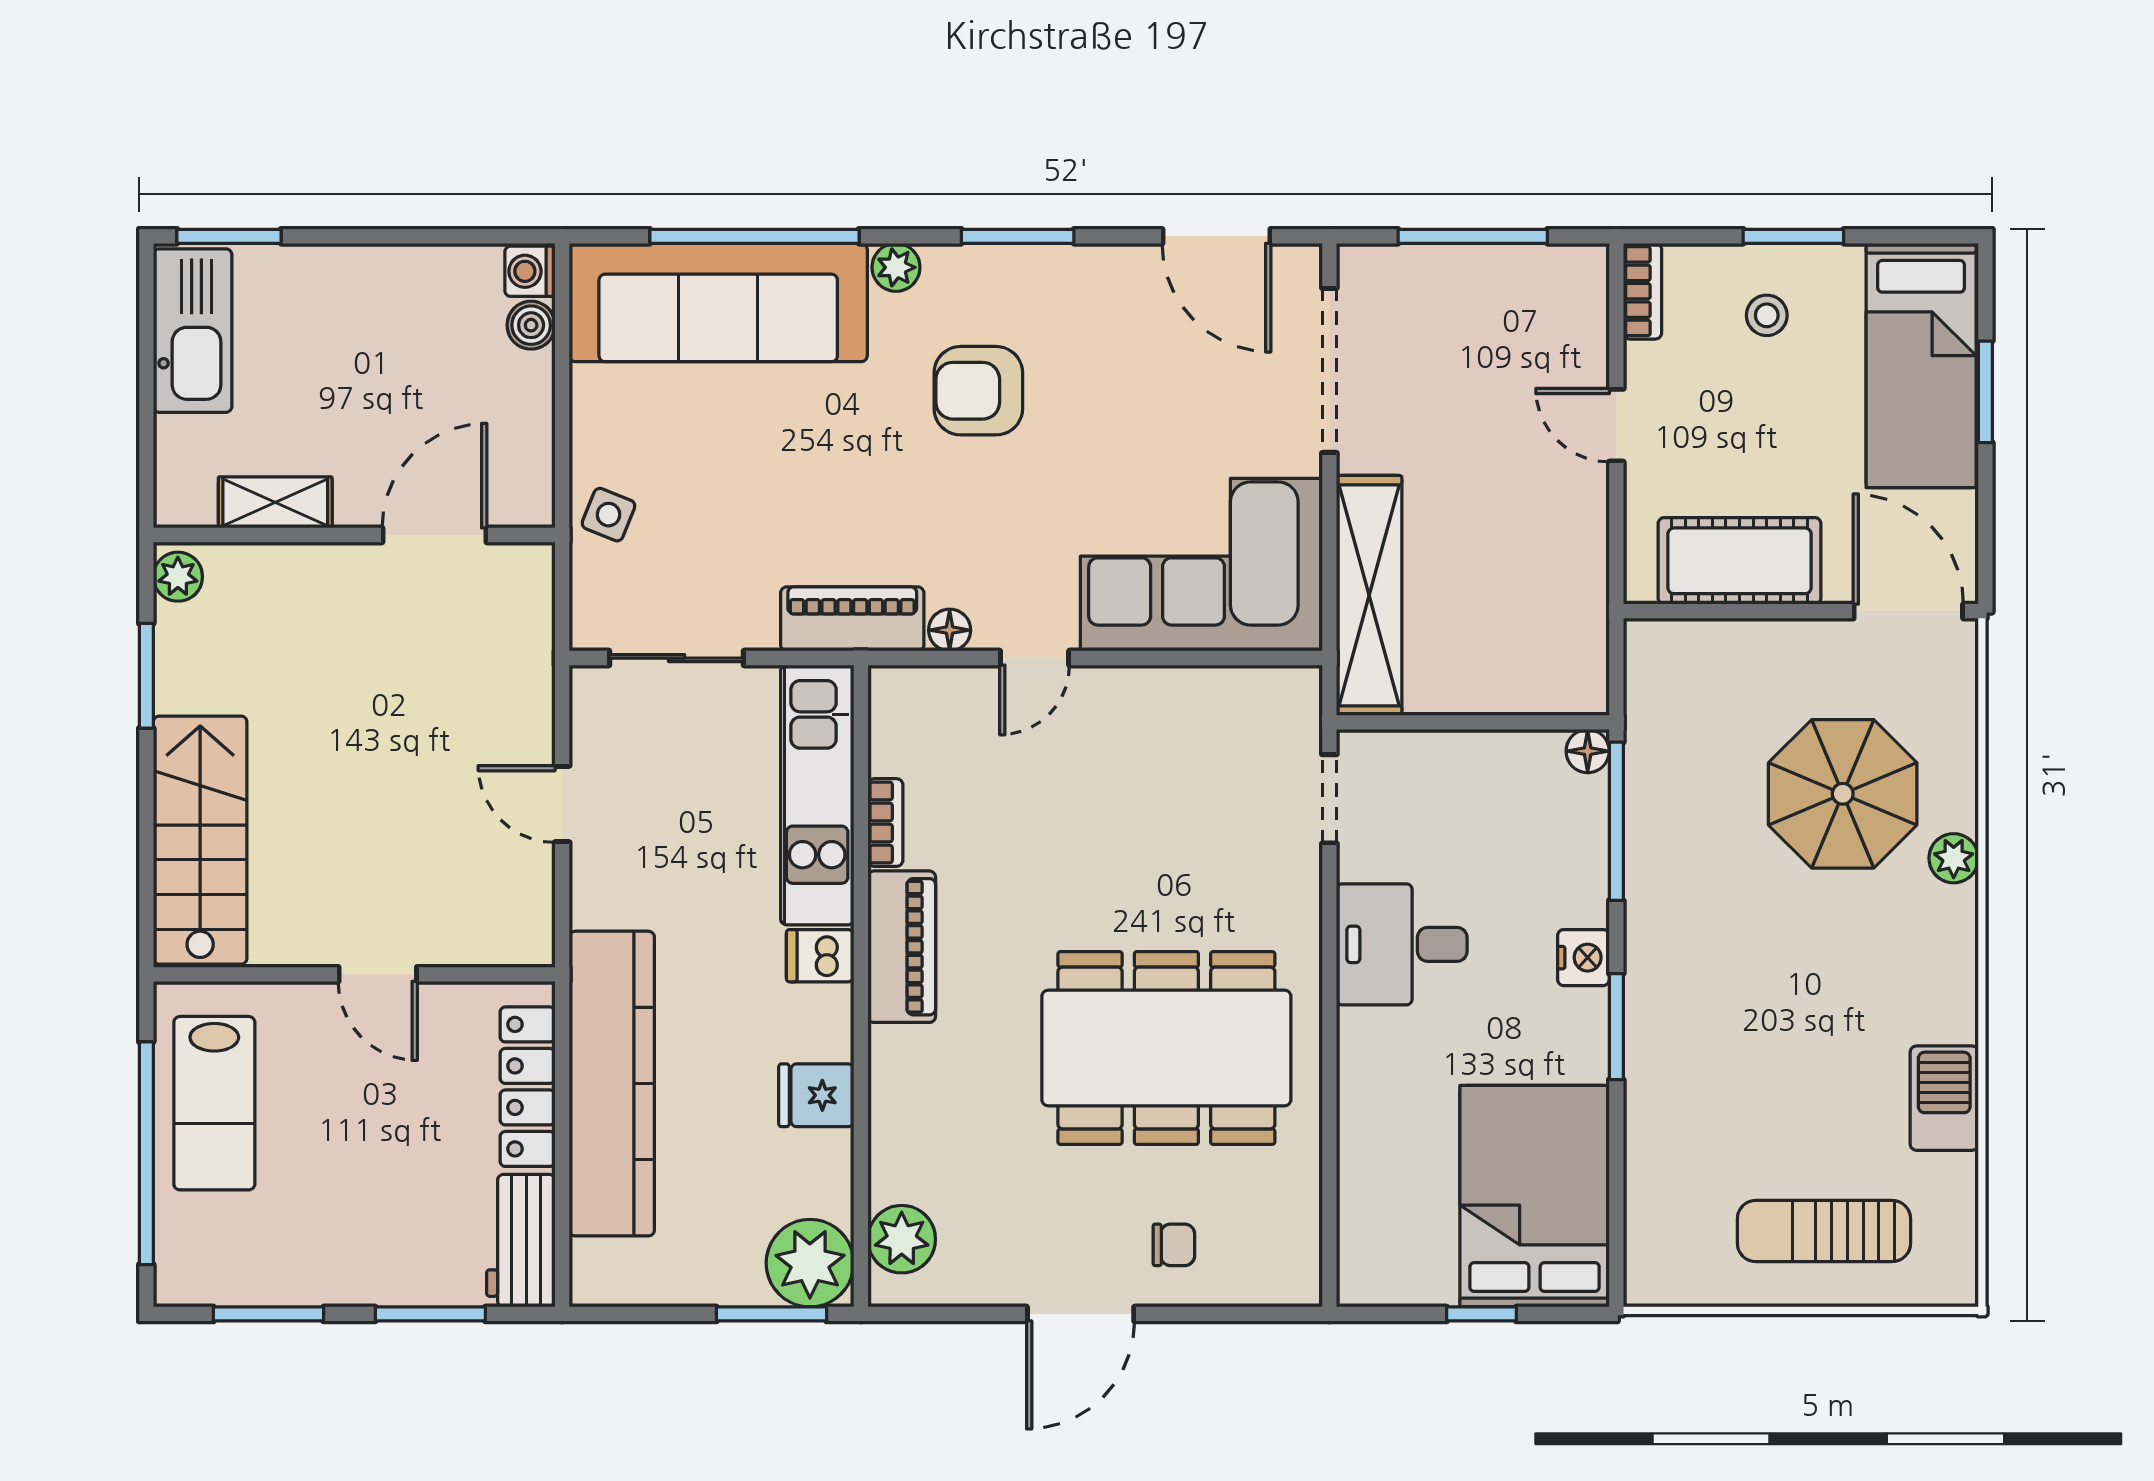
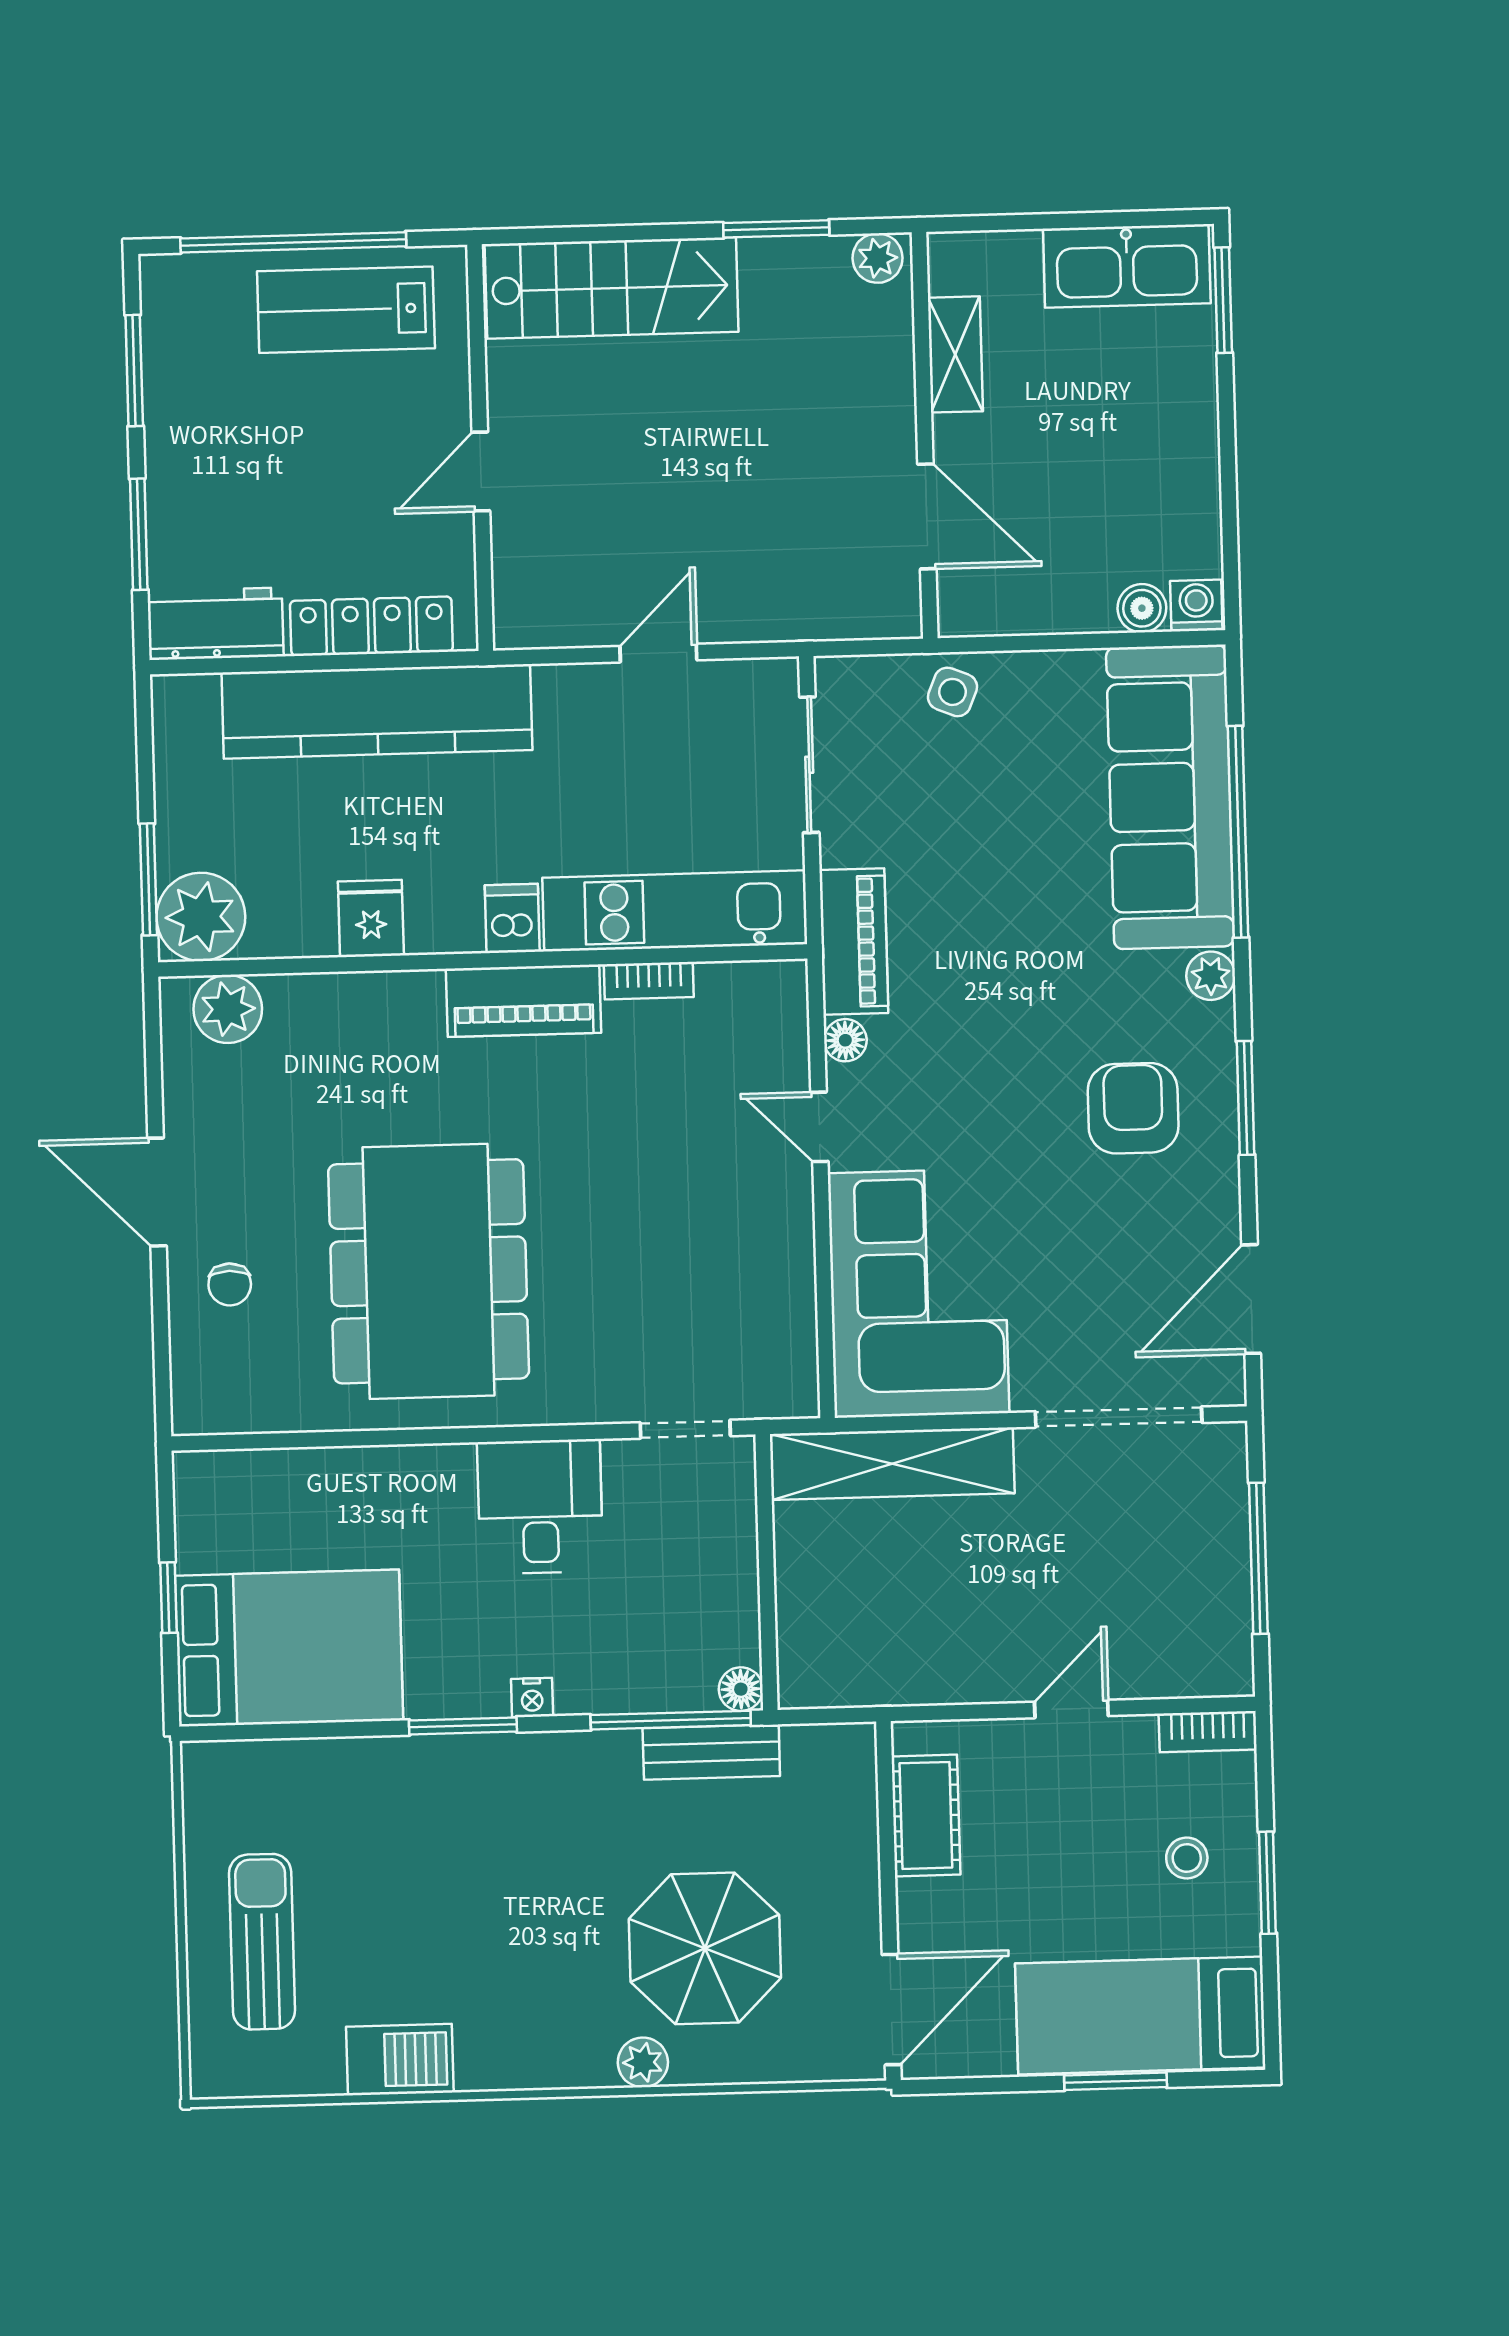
armchair: (978, 391) -> (1133, 1108), moved
cot: (1739, 561) -> (926, 1815), width x0.73, depth x0.75
bench: (1649, 782) -> (711, 1752), added
nightstand: (1583, 958) -> (532, 1698), width x0.72, depth x0.74

